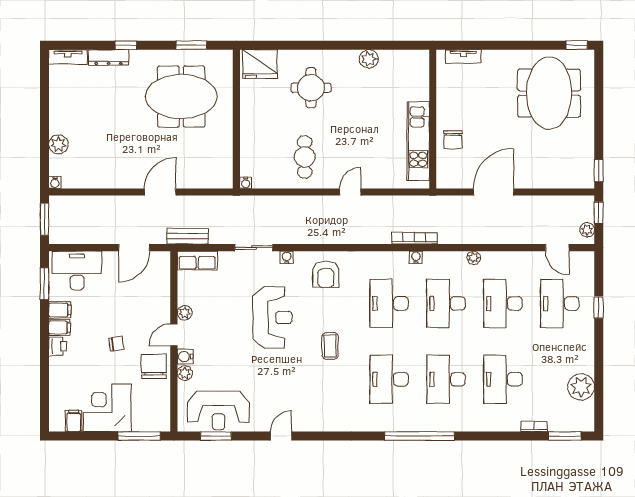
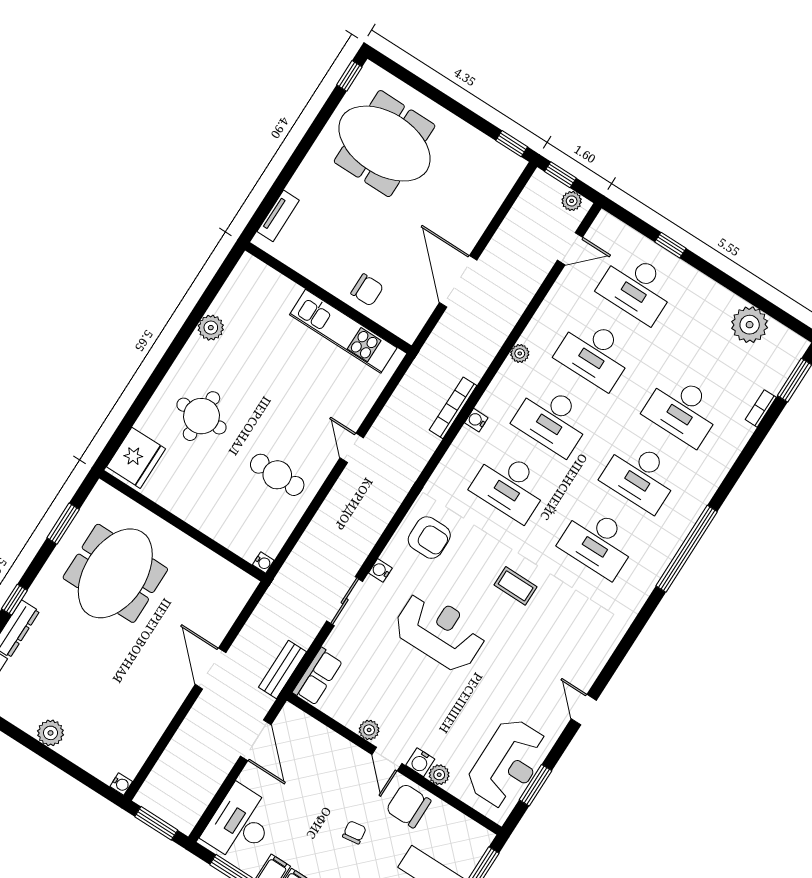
plant: (58, 144) -> (51, 733), moved

